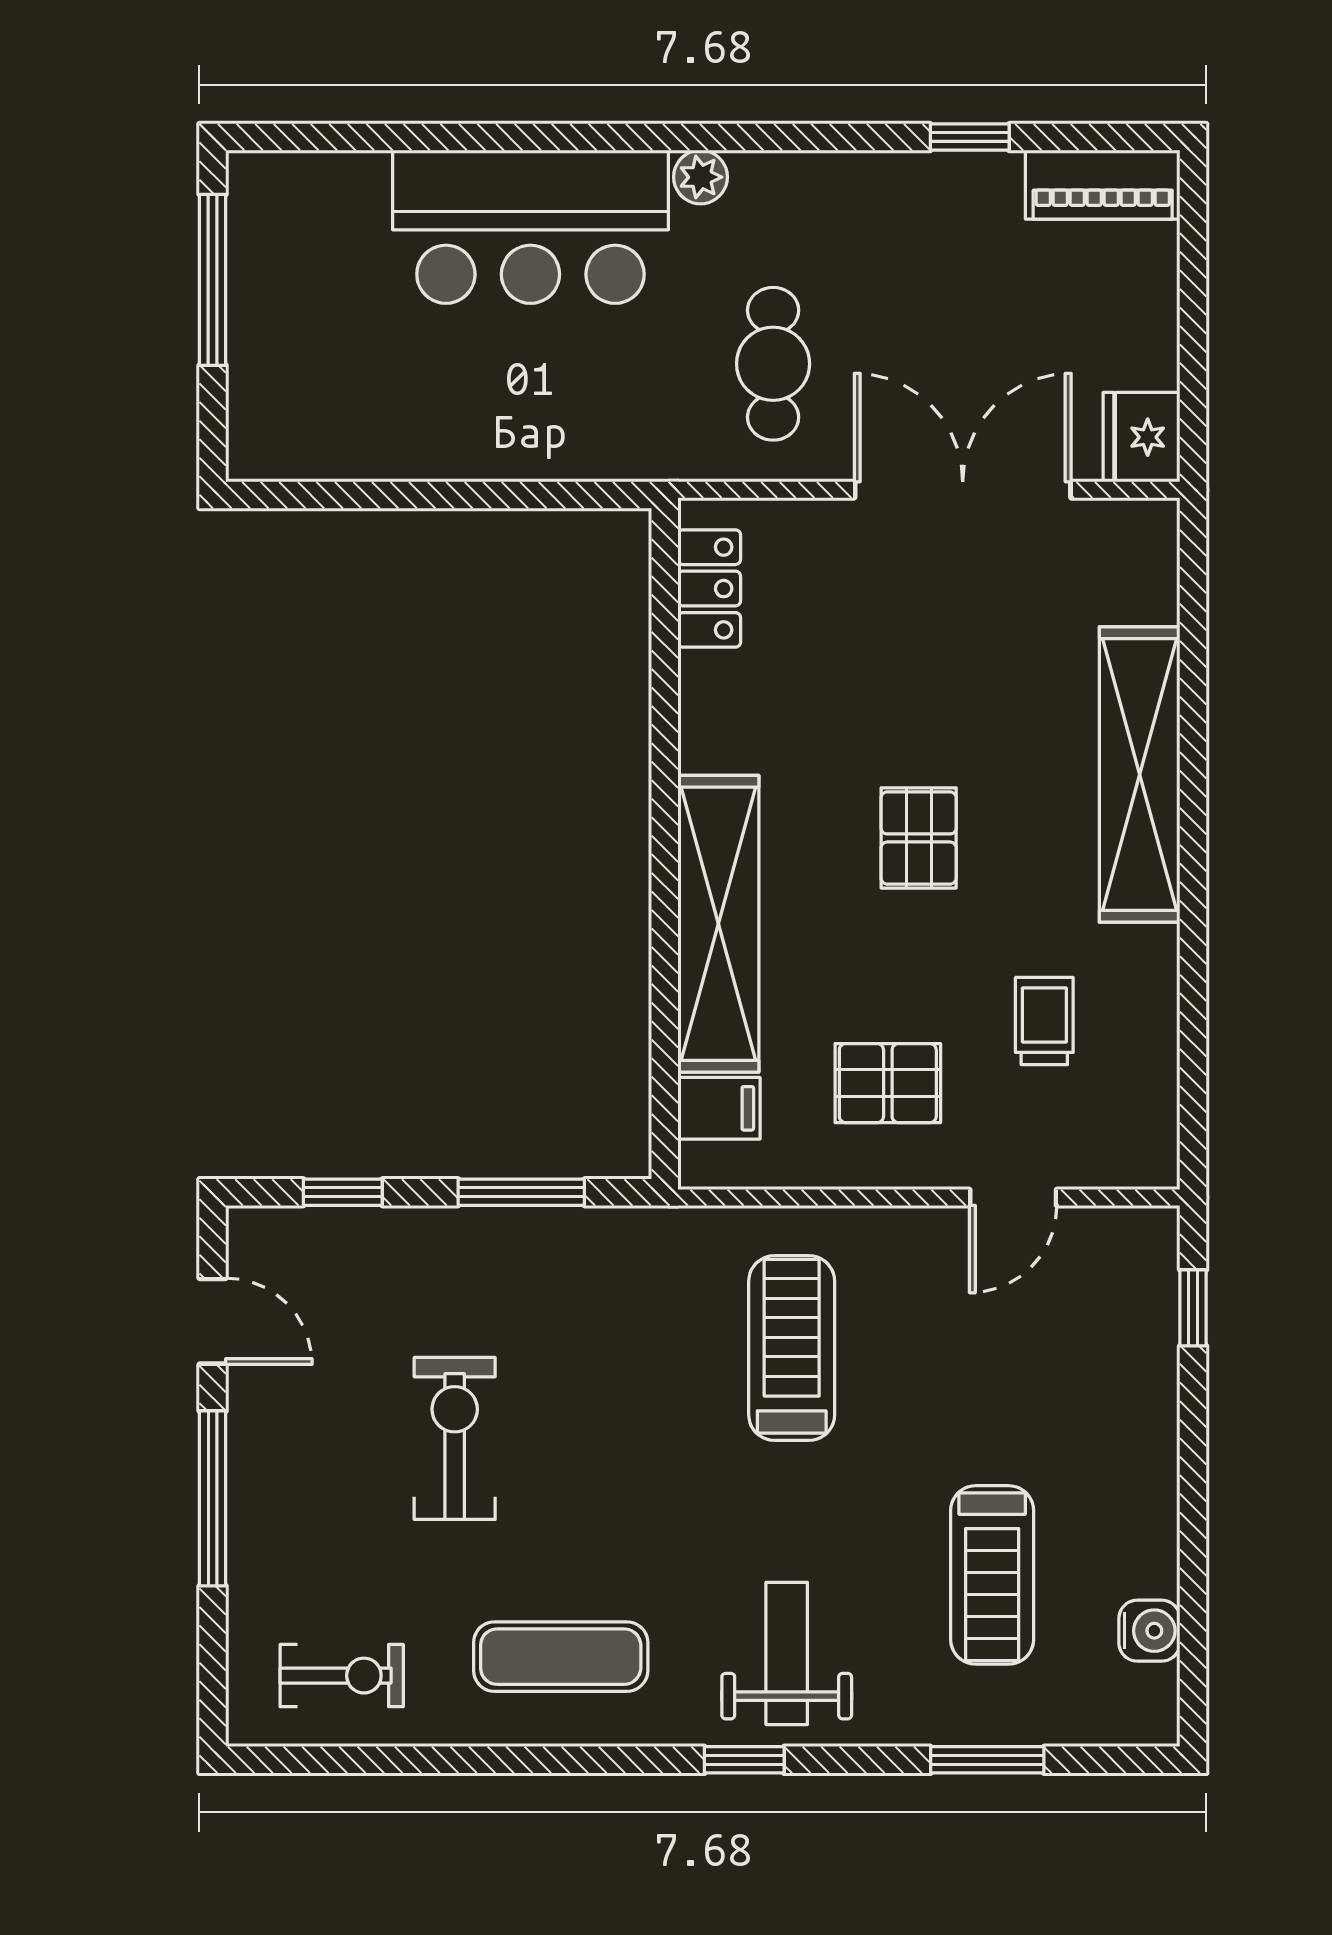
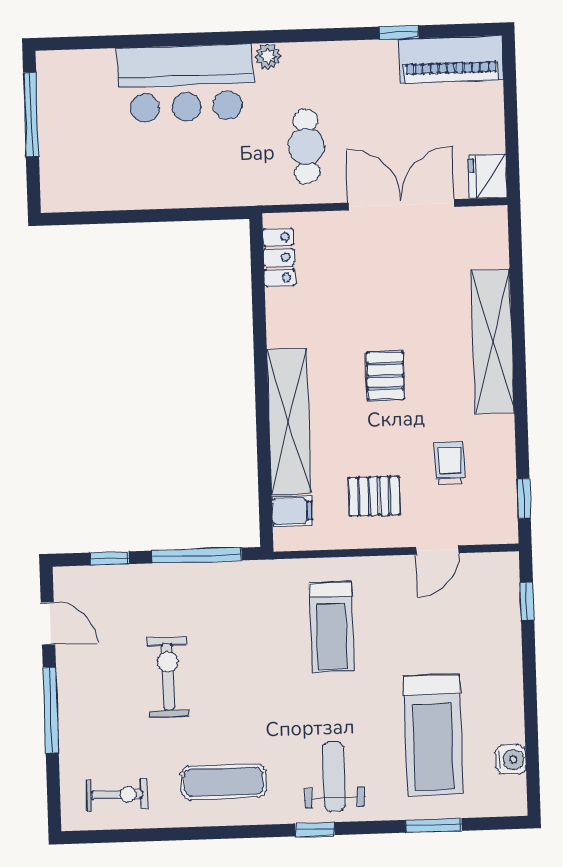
piano: (1103, 185) -> (451, 59), width x1.37, depth x1.33
window: (1193, 1098) -> (524, 498), added
window: (521, 1192) -> (197, 555), width x1.44
treadmill: (792, 1348) -> (331, 627), turned 180
treadmill: (992, 1575) -> (433, 735), width x1.37, depth x1.38

